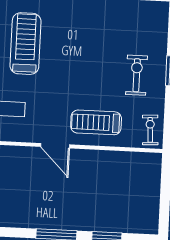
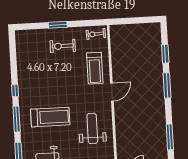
treadmill: (26, 44) -> (50, 117), turned 180

